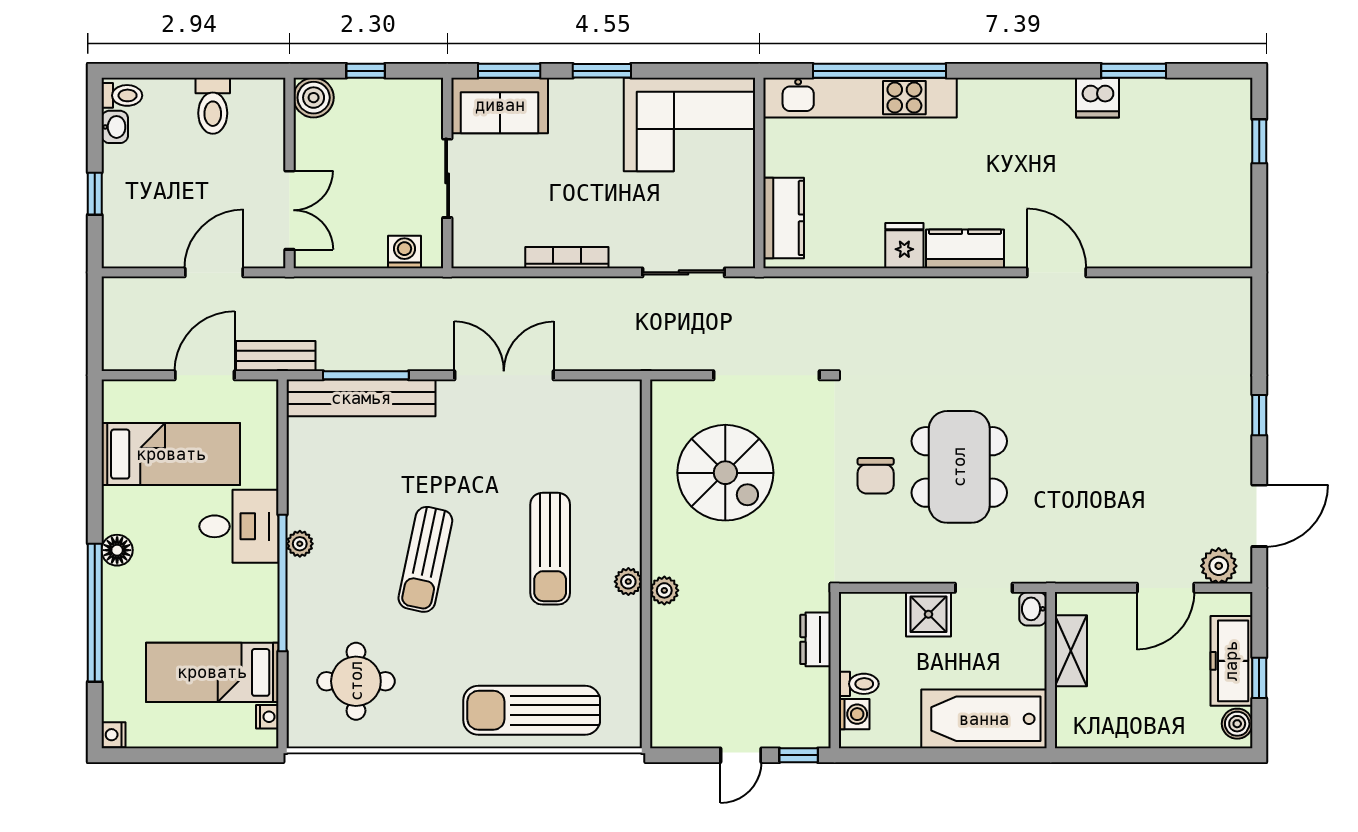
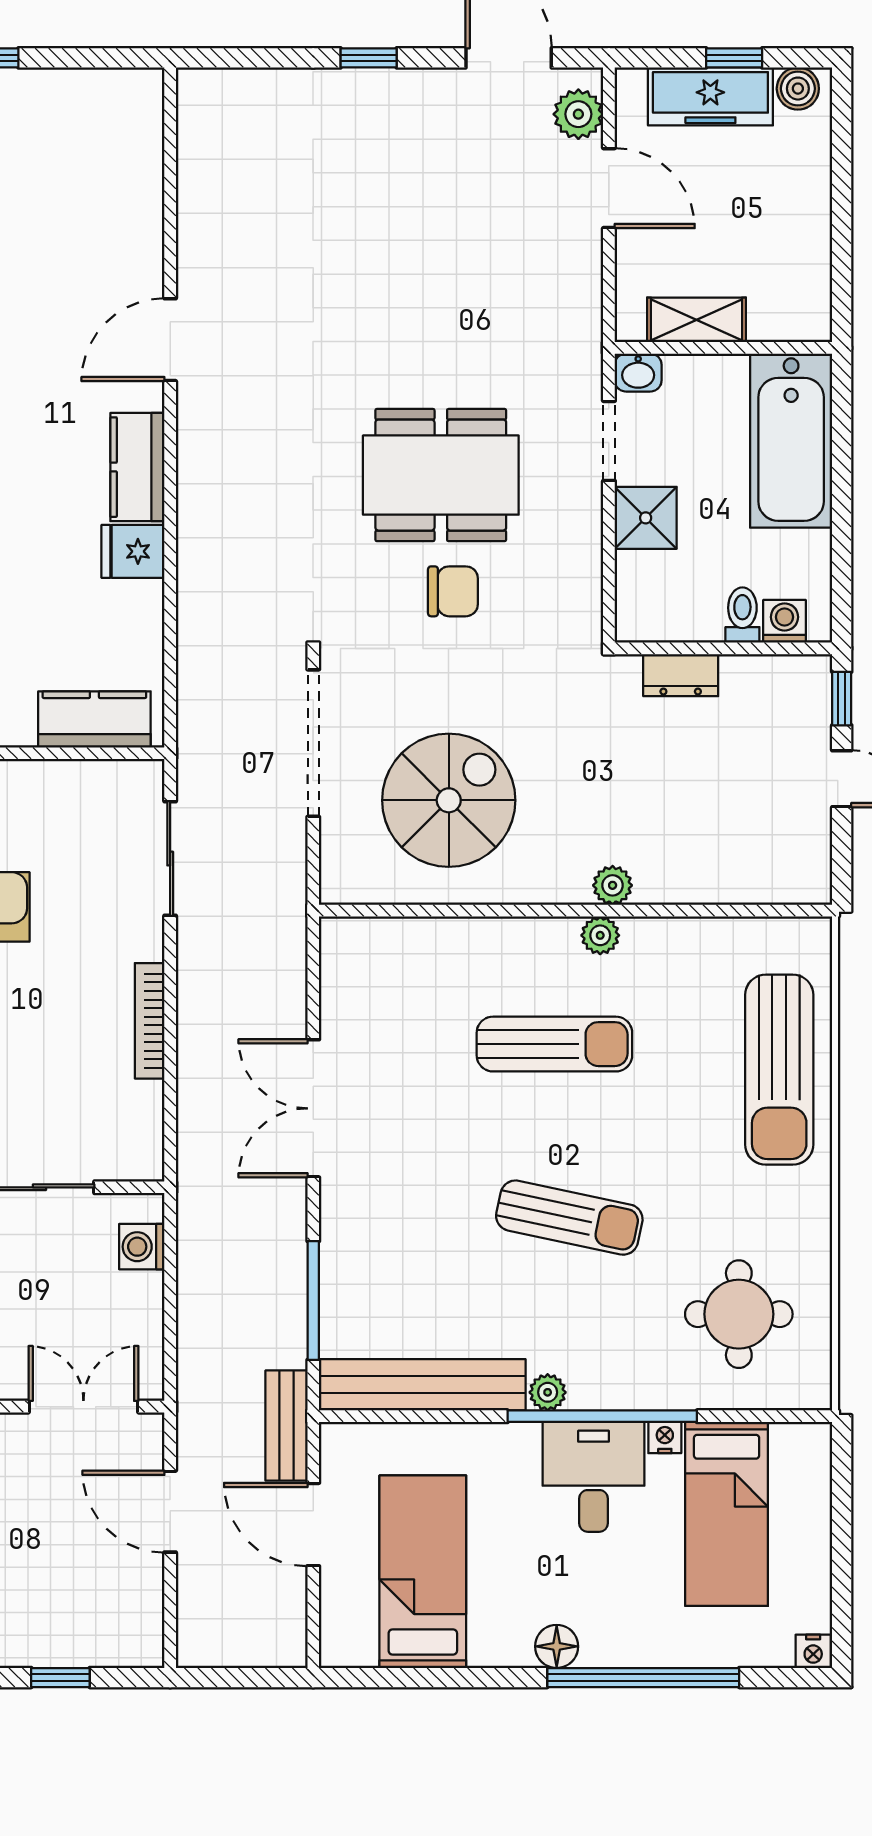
bench: (361, 398) -> (422, 1385), moved, turned 90
desk: (239, 526) -> (594, 1477), moved
nightstand: (267, 717) -> (665, 1438), moved

